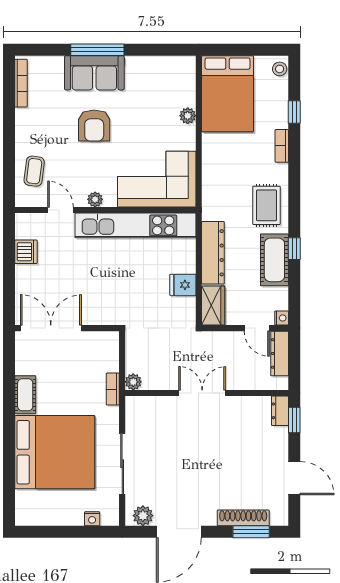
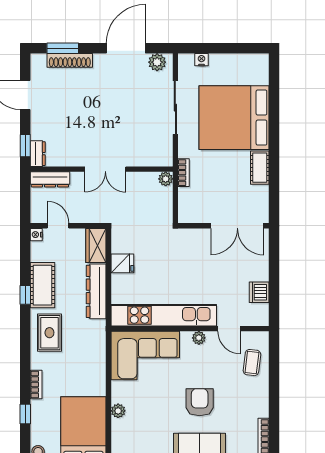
dresser: (280, 353) -> (50, 179), moved, turned 90

